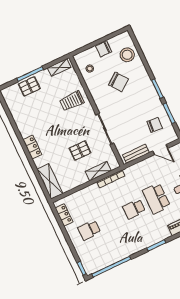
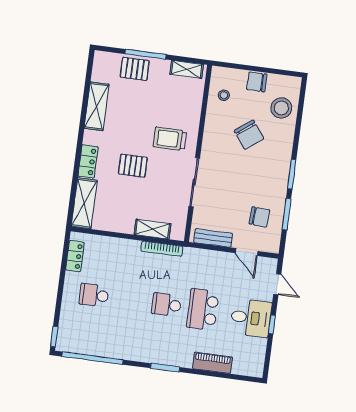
trolley: (72, 101) -> (170, 139), moved
shelving: (21, 122) -> (97, 106), added
locker: (32, 147) -> (88, 161), moved
pallet: (80, 151) -> (133, 166), moved

